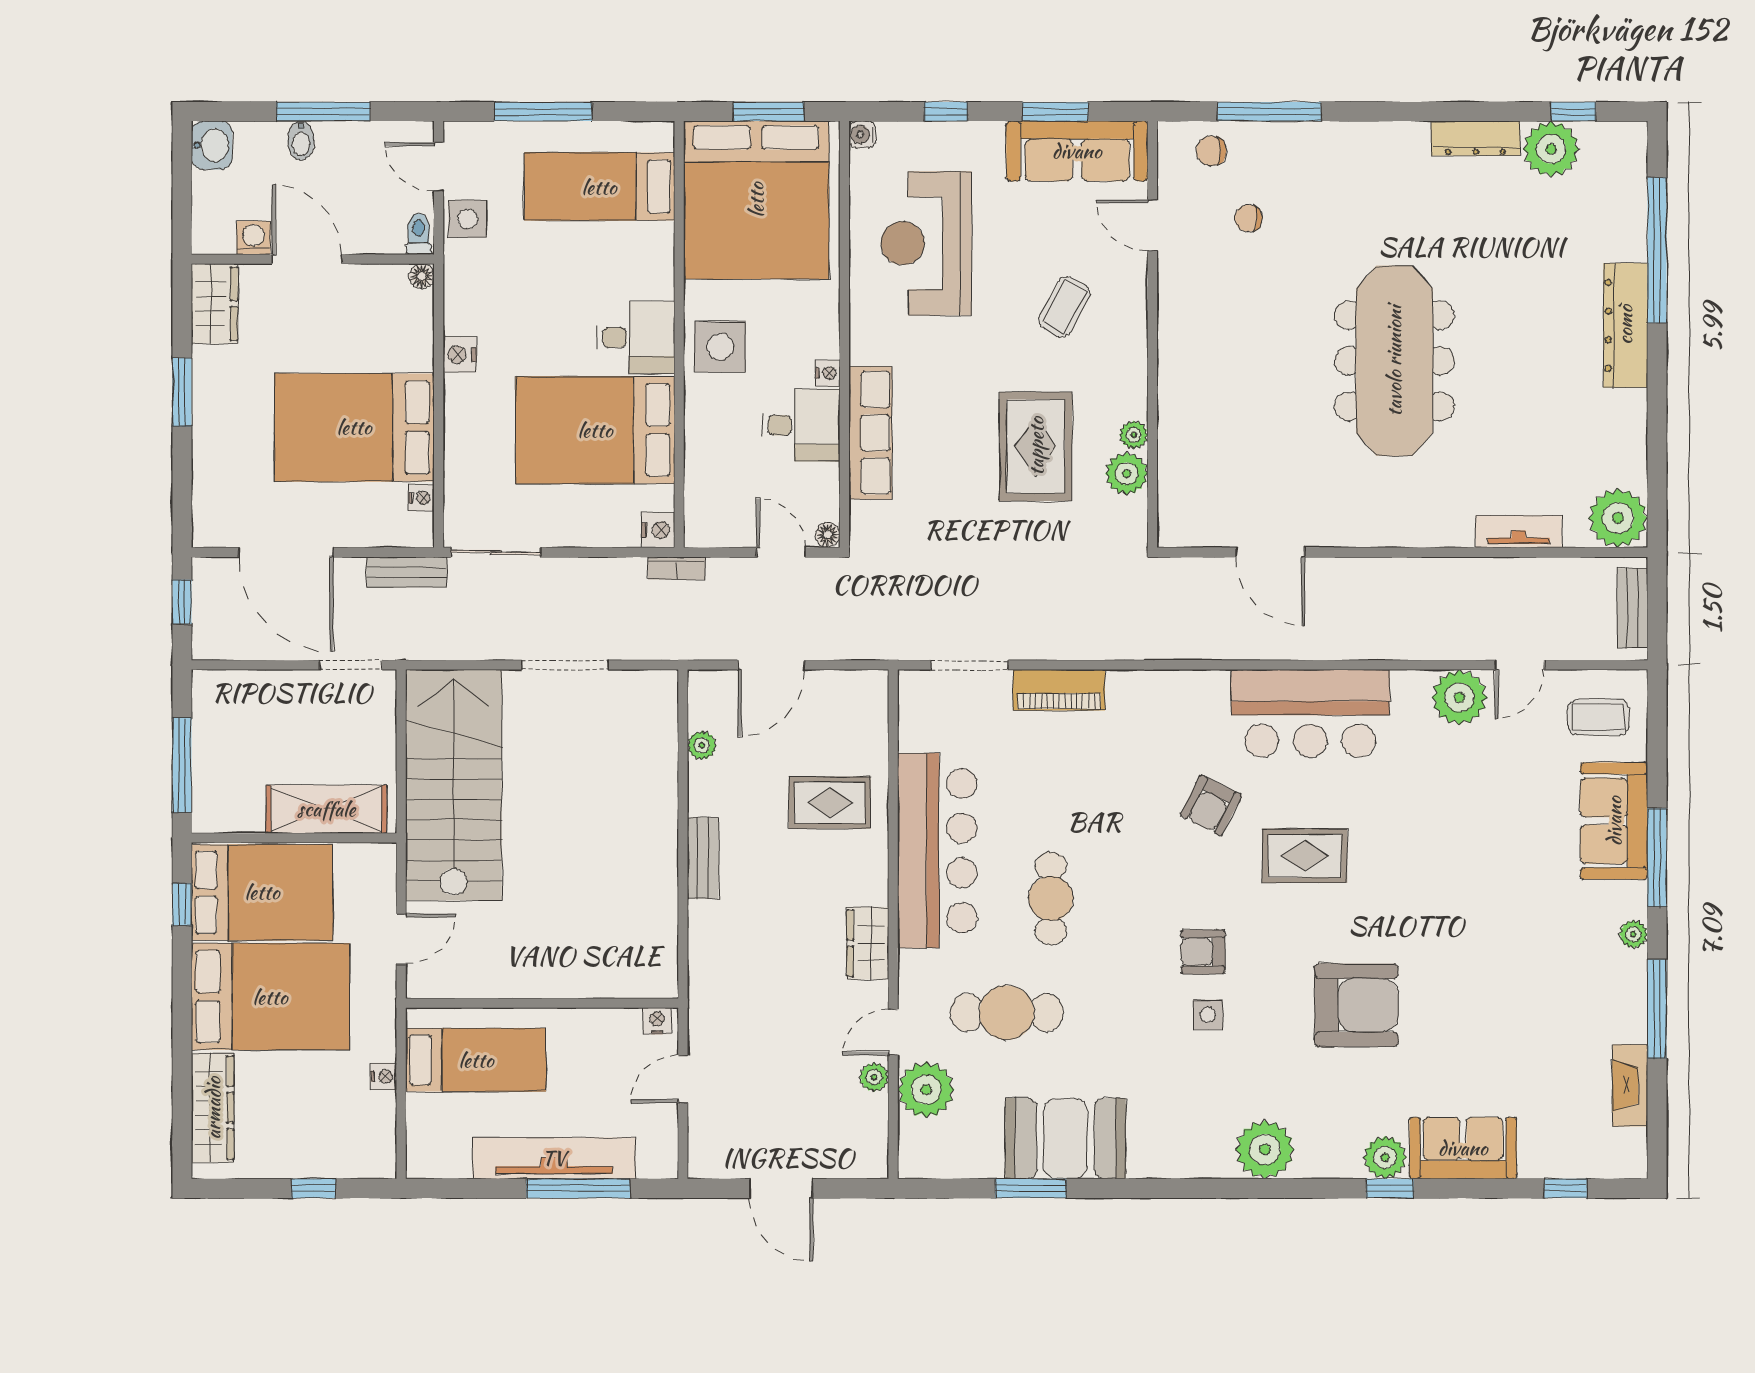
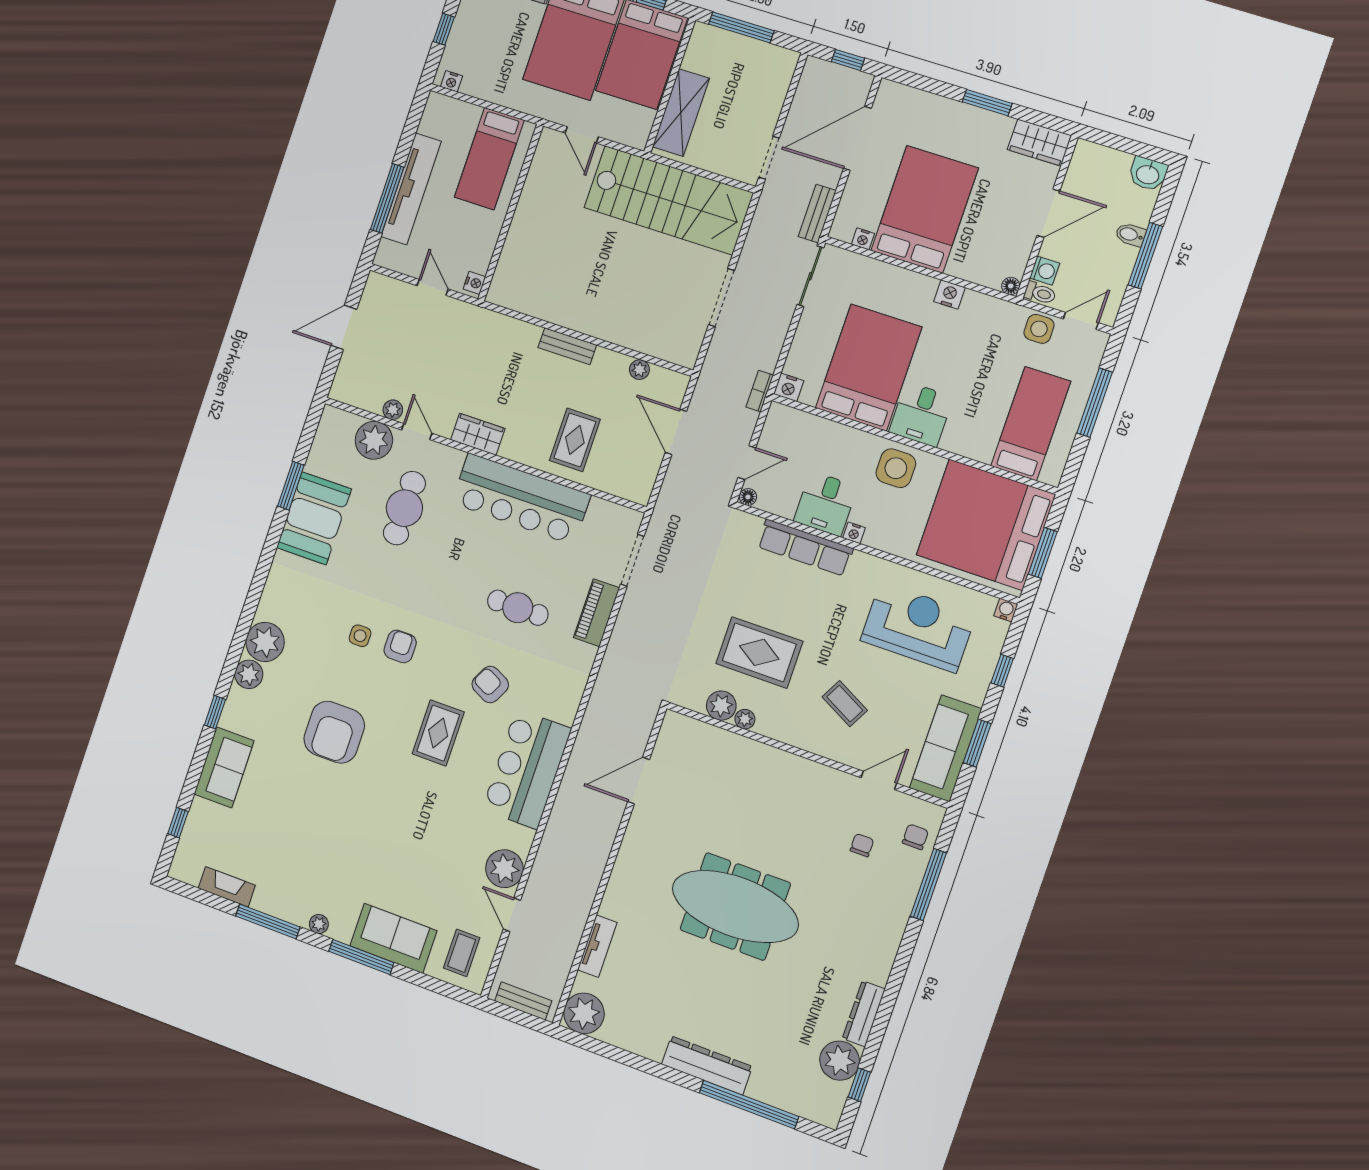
washing machine: (254, 238) -> (1045, 271), moved
cafe table: (1051, 898) -> (518, 608), moved
nightstand: (384, 1076) -> (452, 81), moved
plant: (1385, 1157) -> (249, 674), moved

